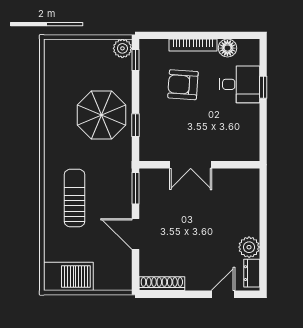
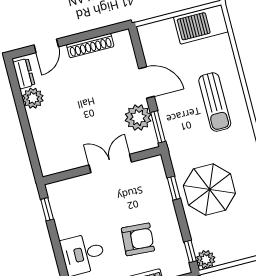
window: (263, 87) -> (47, 209), moved
plant: (152, 202) -> (138, 118), added
shoe rack: (162, 284) -> (90, 46), moved

